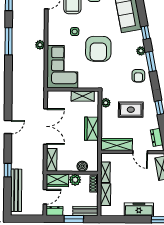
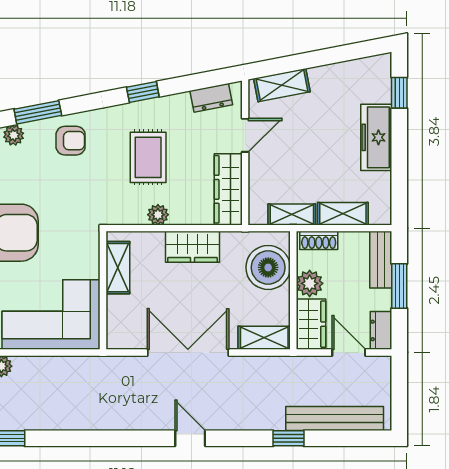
plant: (106, 103) -> (158, 215), moved
boiler: (82, 166) -> (268, 267), width x1.86, depth x1.86

